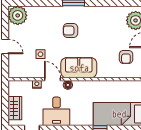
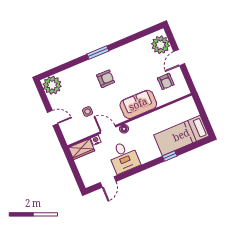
armchair: (70, 31) -> (106, 79), turned 180
sofa: (79, 68) -> (138, 104), moved
wardrobe: (15, 108) -> (82, 149), moved, turned 90

